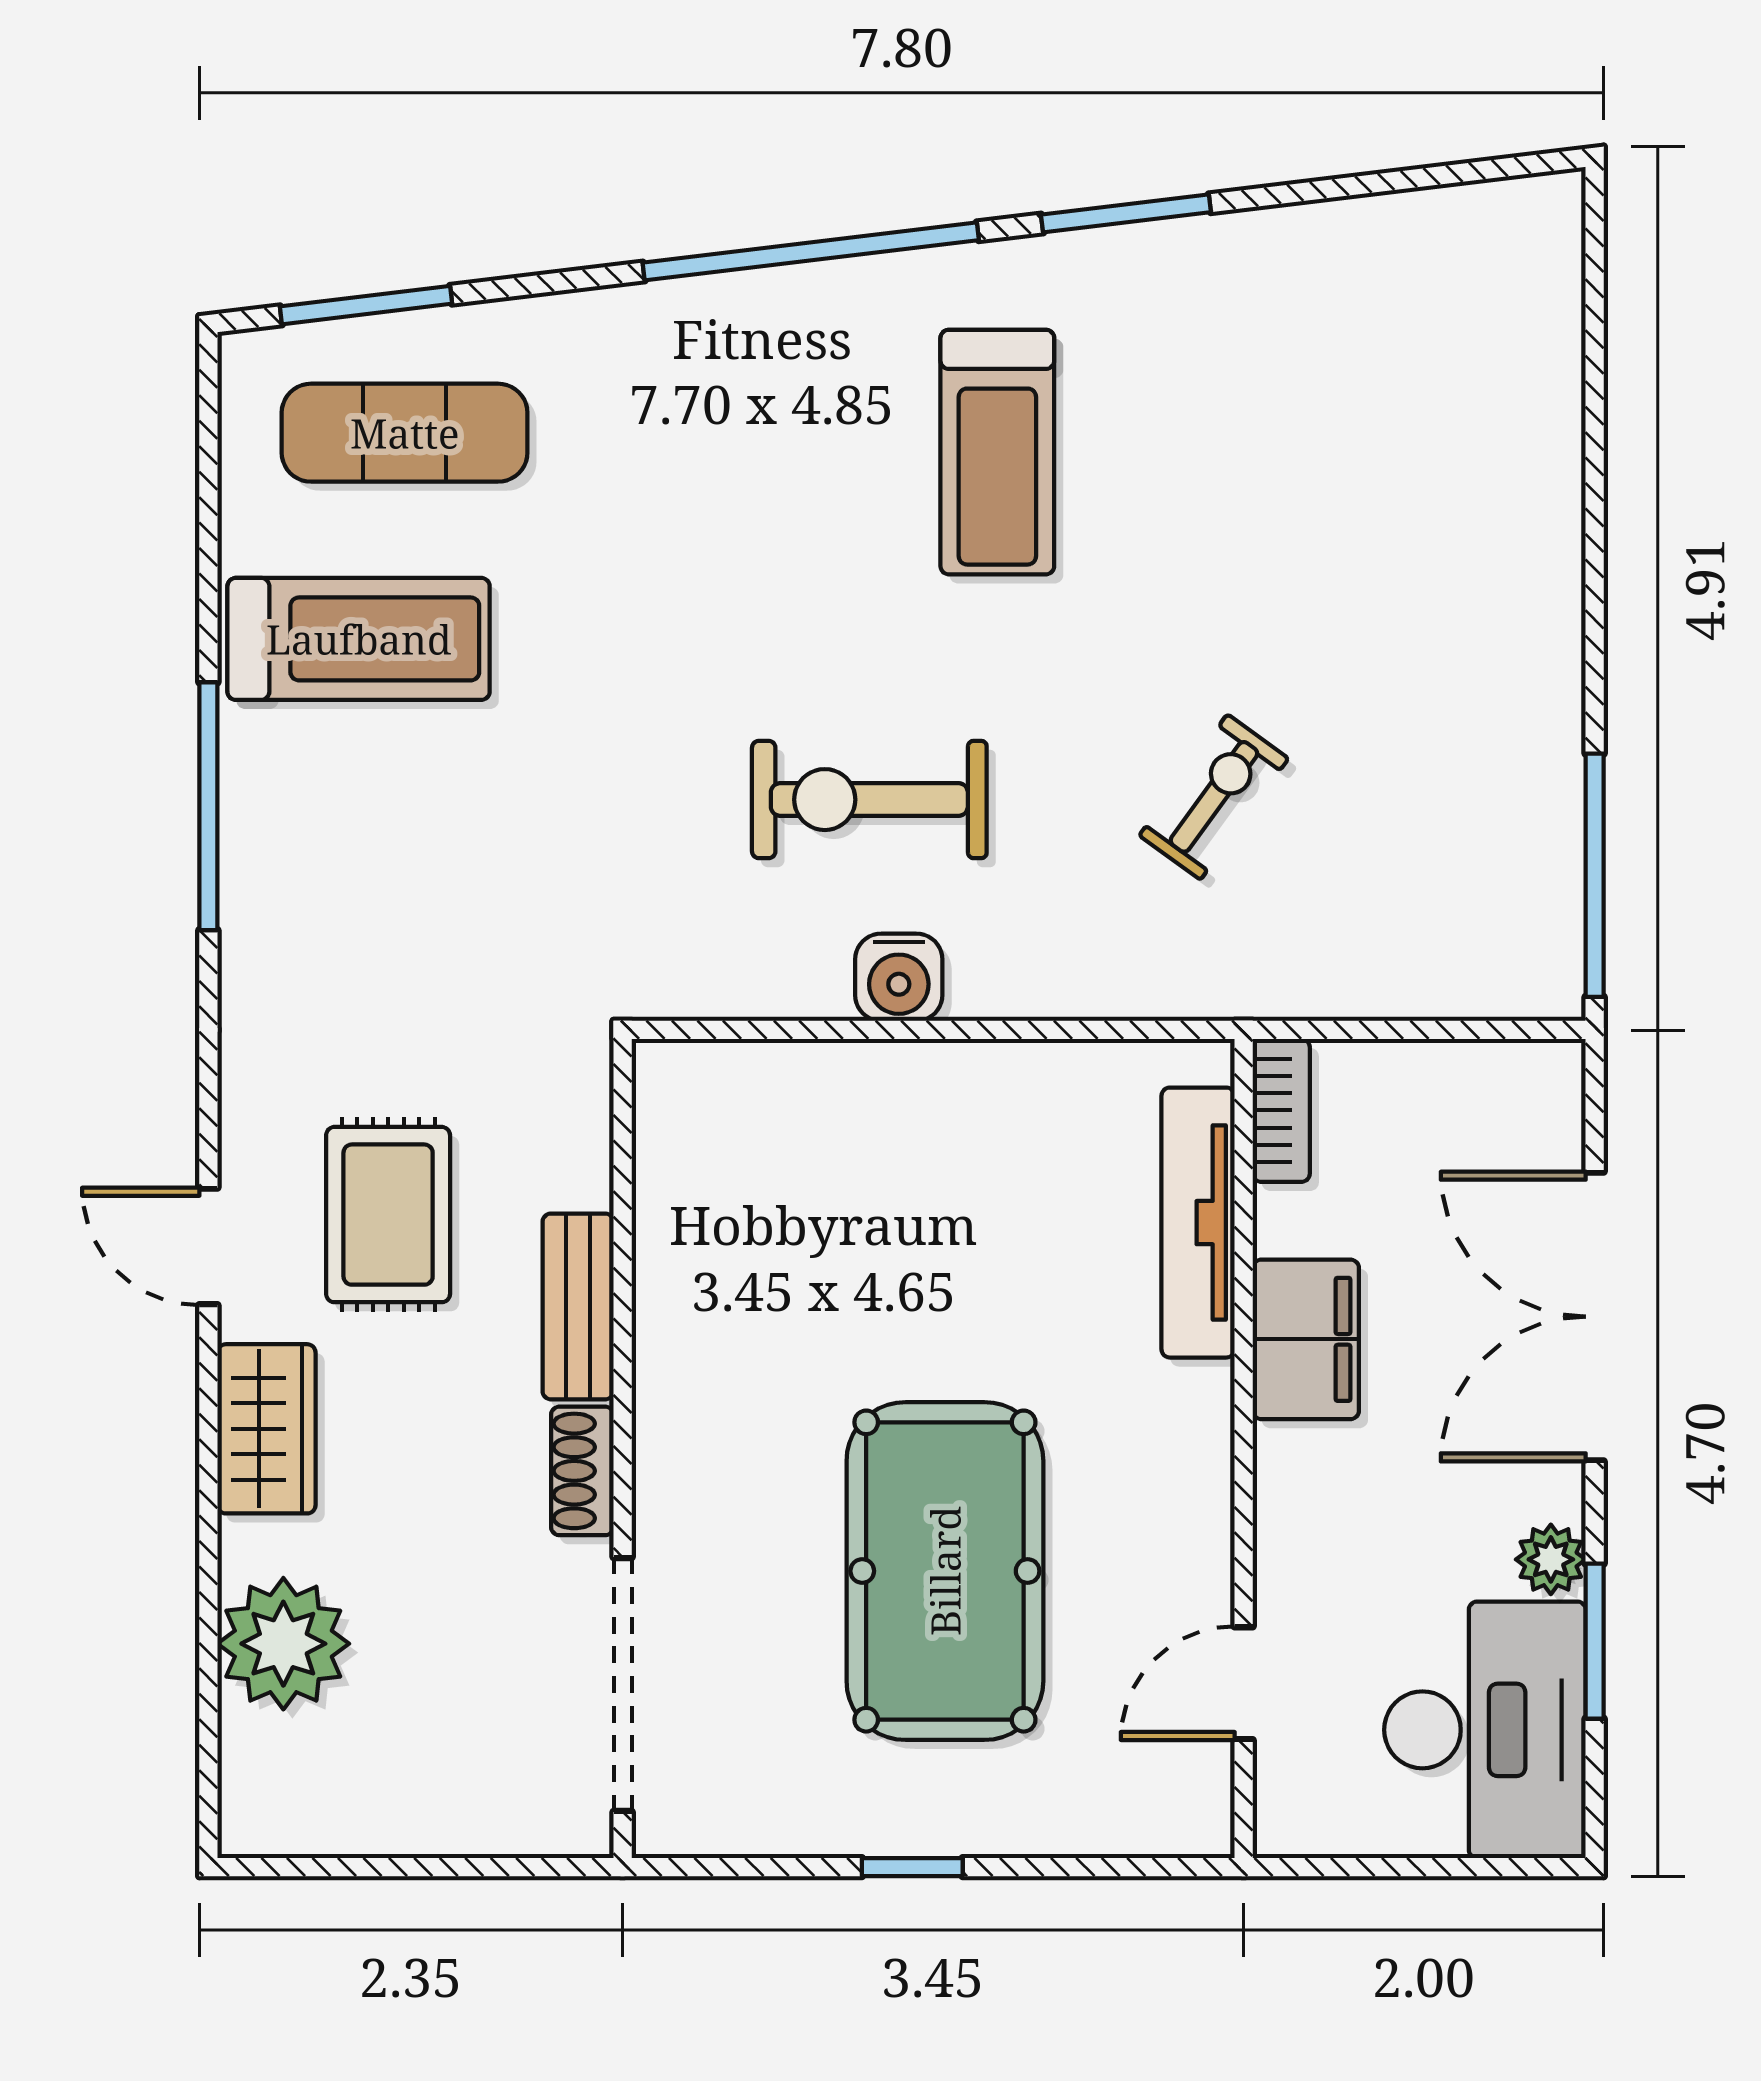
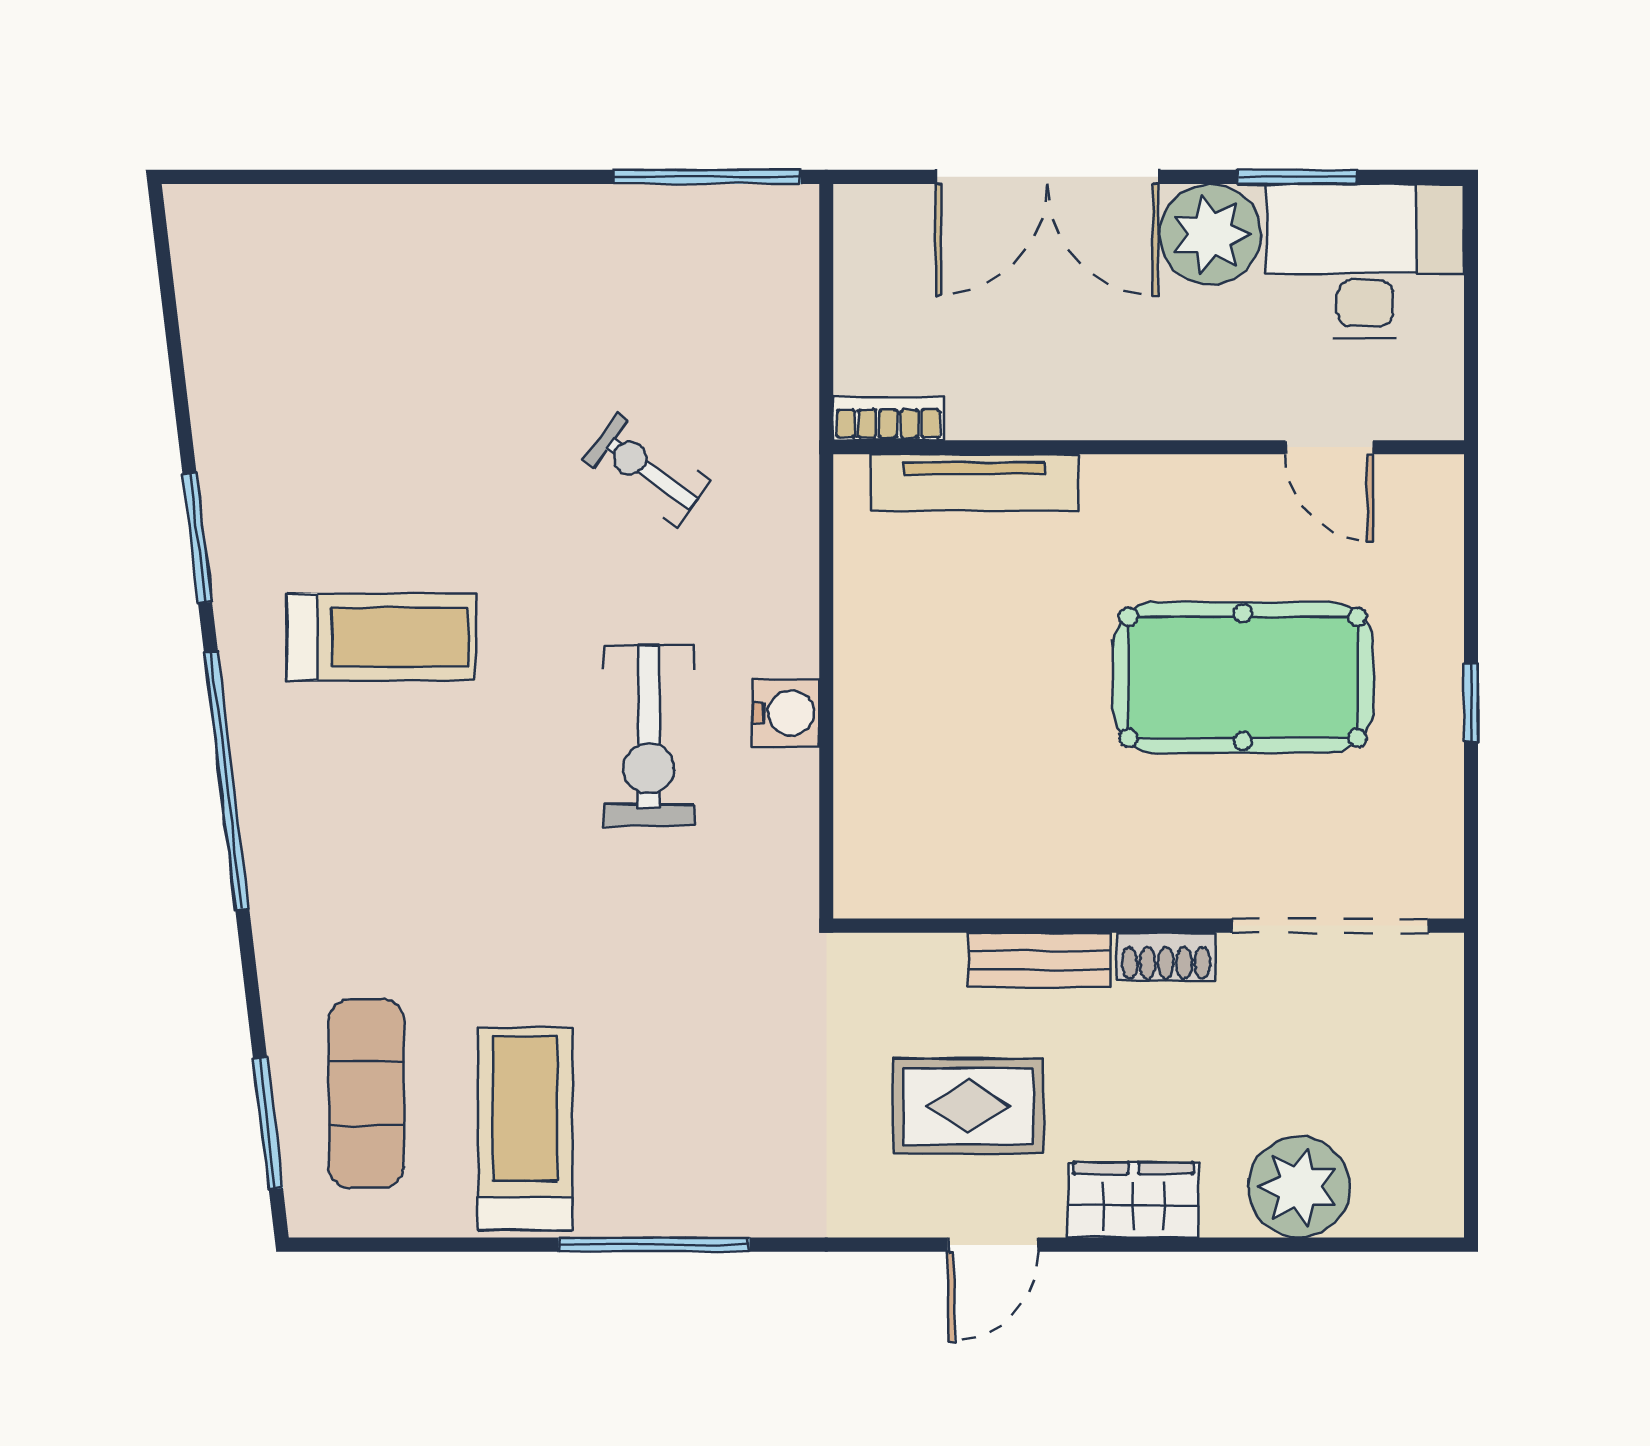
filing cabinet: (1306, 1339) -> (1065, 399), removed
plant: (1551, 1559) -> (1210, 234), width x1.87, depth x1.87

